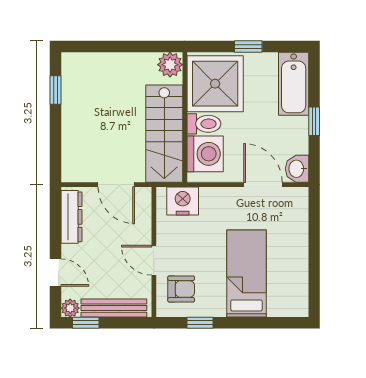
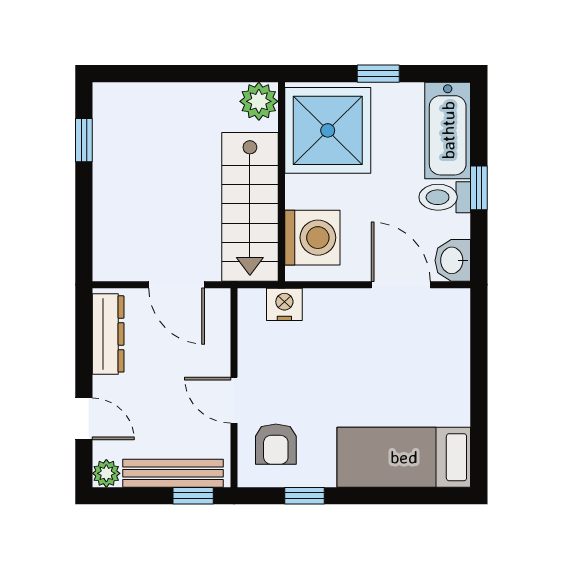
toilet: (204, 124) -> (445, 197), moved, turned 180
nightstand: (183, 201) -> (284, 304), width x0.74, depth x0.75
bed: (246, 274) -> (404, 457), moved, turned -90
armchair: (181, 289) -> (276, 444), turned 90
window: (86, 323) -> (193, 496), moved

